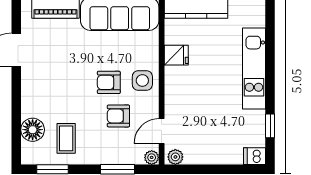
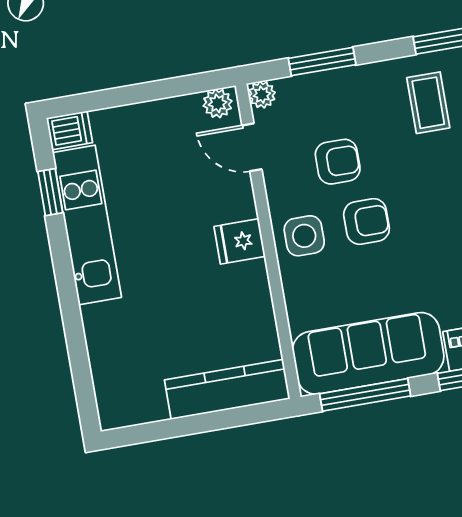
fridge: (176, 55) -> (240, 241), moved
kitchen unit: (254, 69) -> (87, 225), moved
door: (162, 131) -> (252, 147), swing flipped

